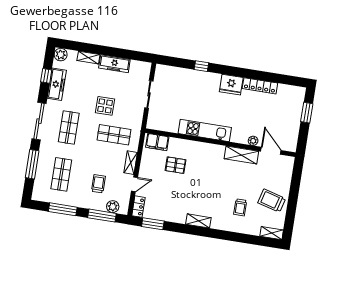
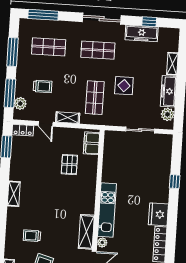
plant: (61, 55) -> (168, 114), moved
kitchen unit: (205, 130) -> (107, 210), moved
window: (32, 164) -> (43, 15), moved

